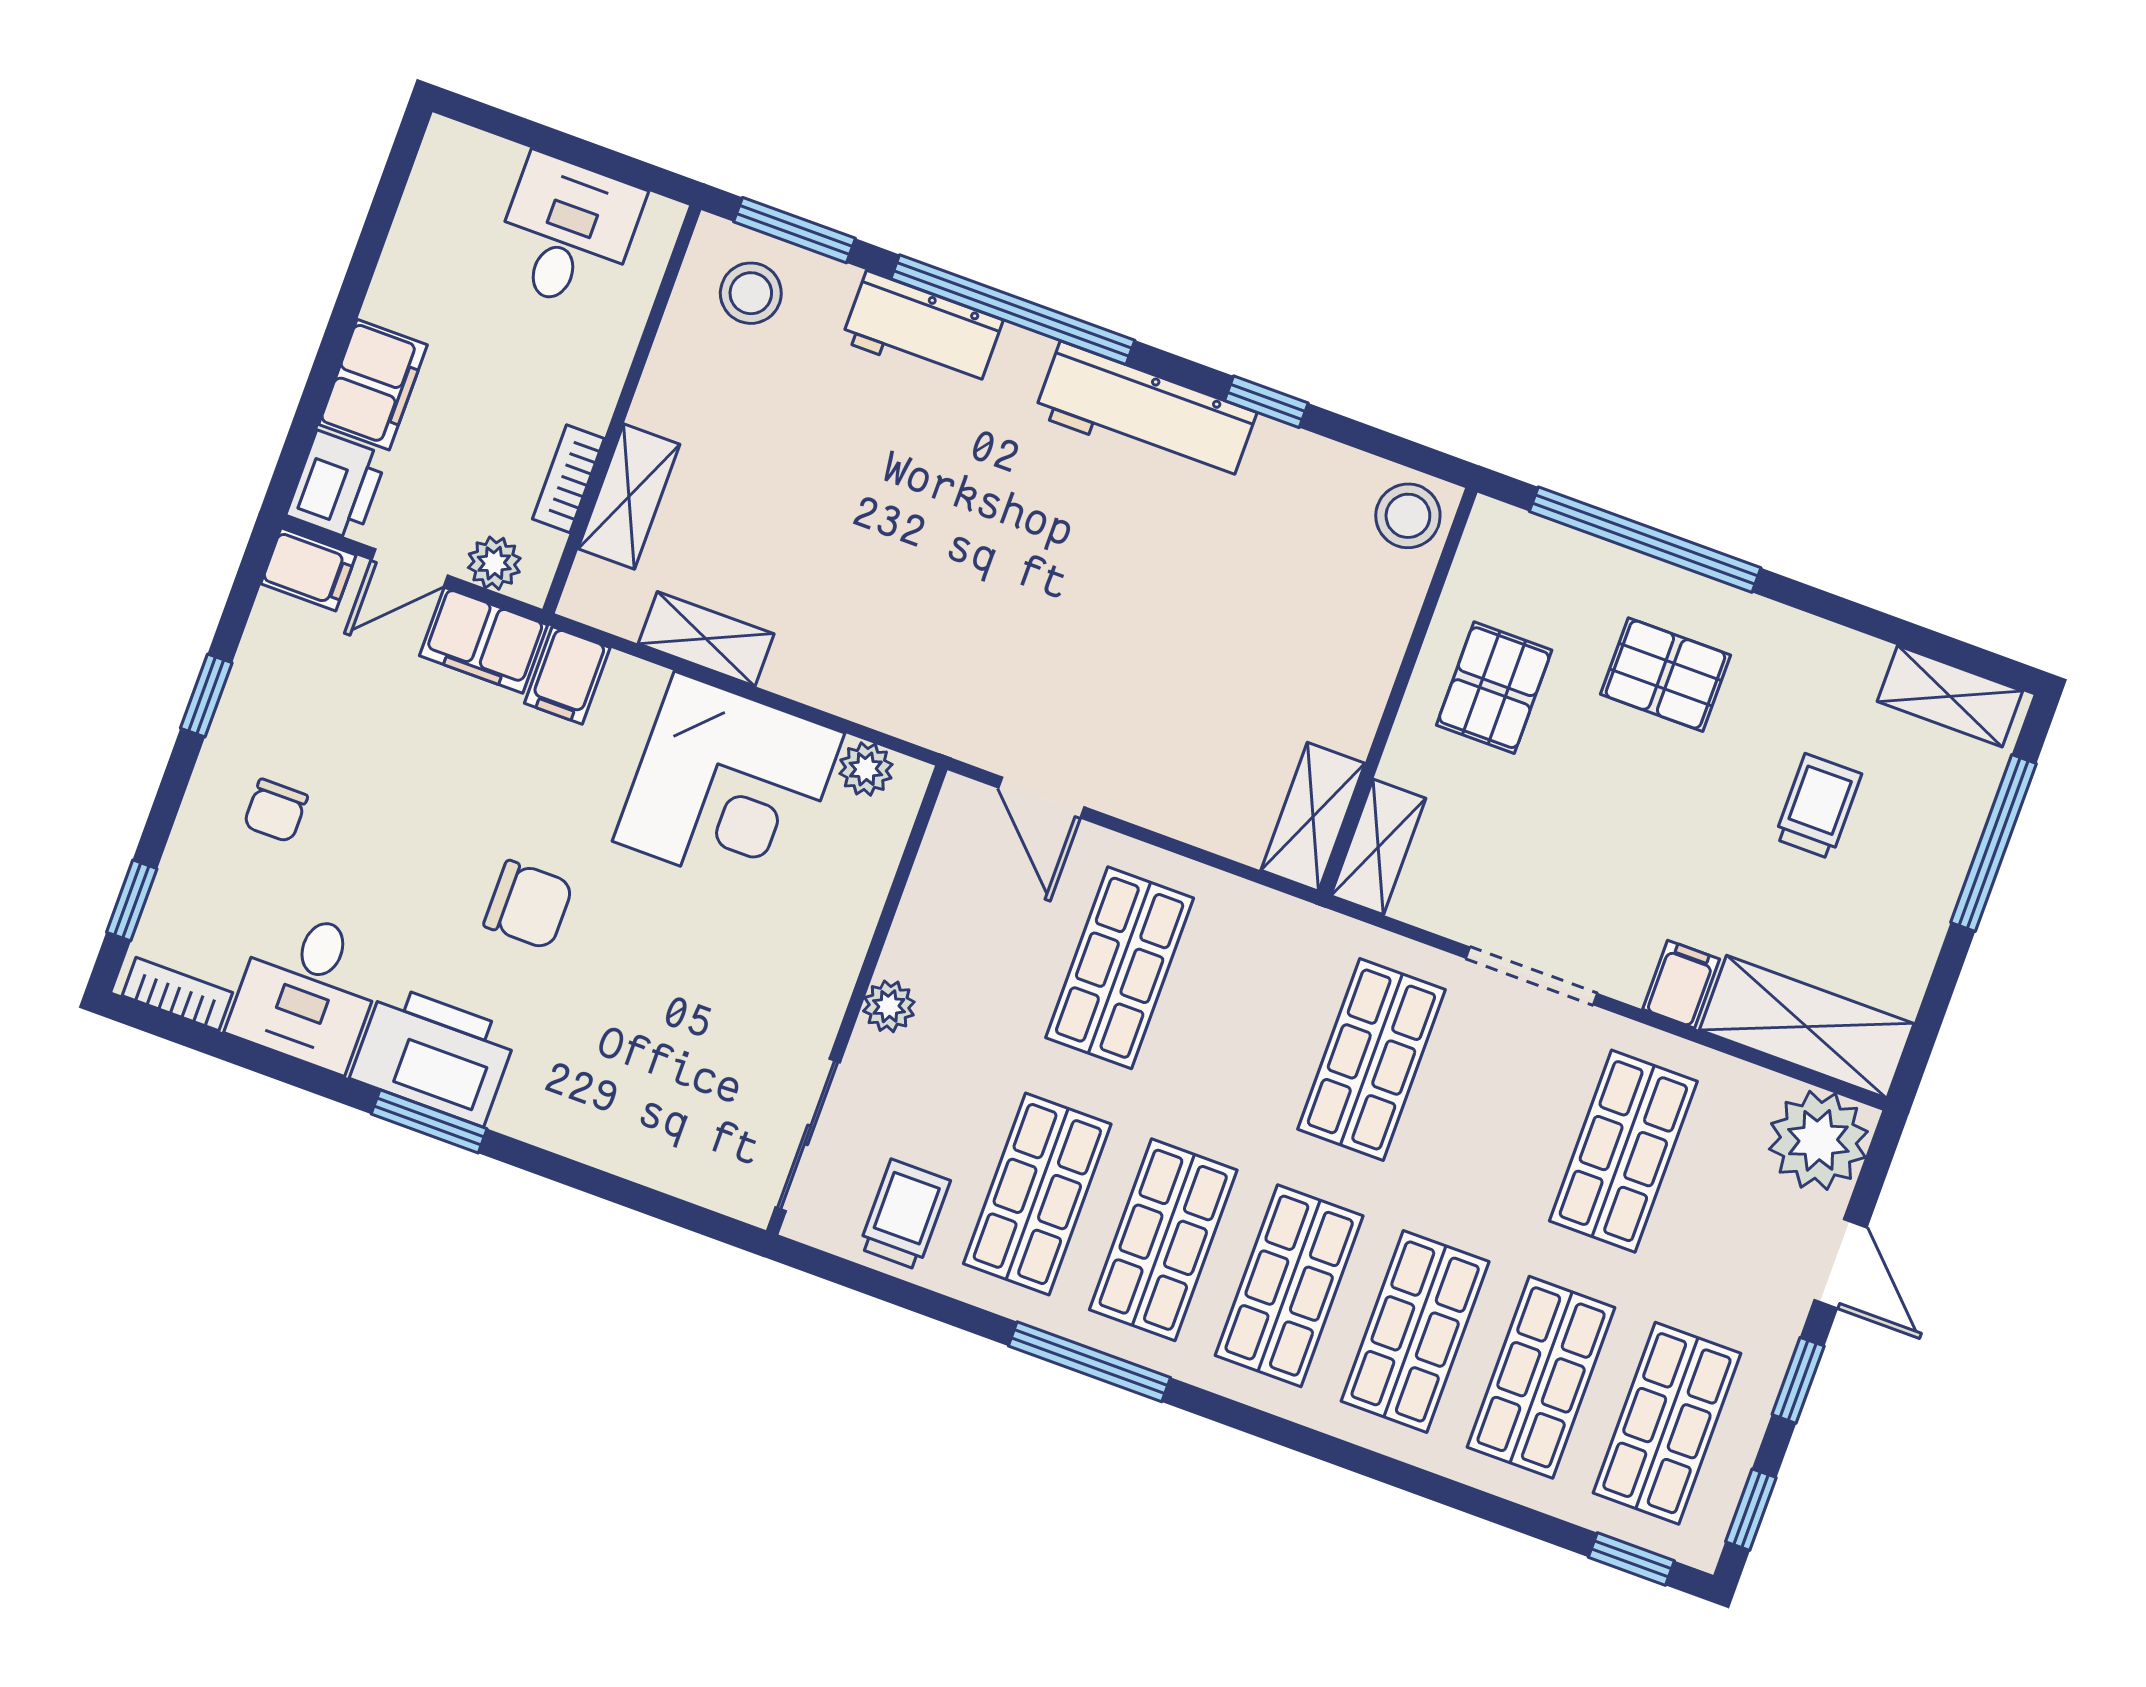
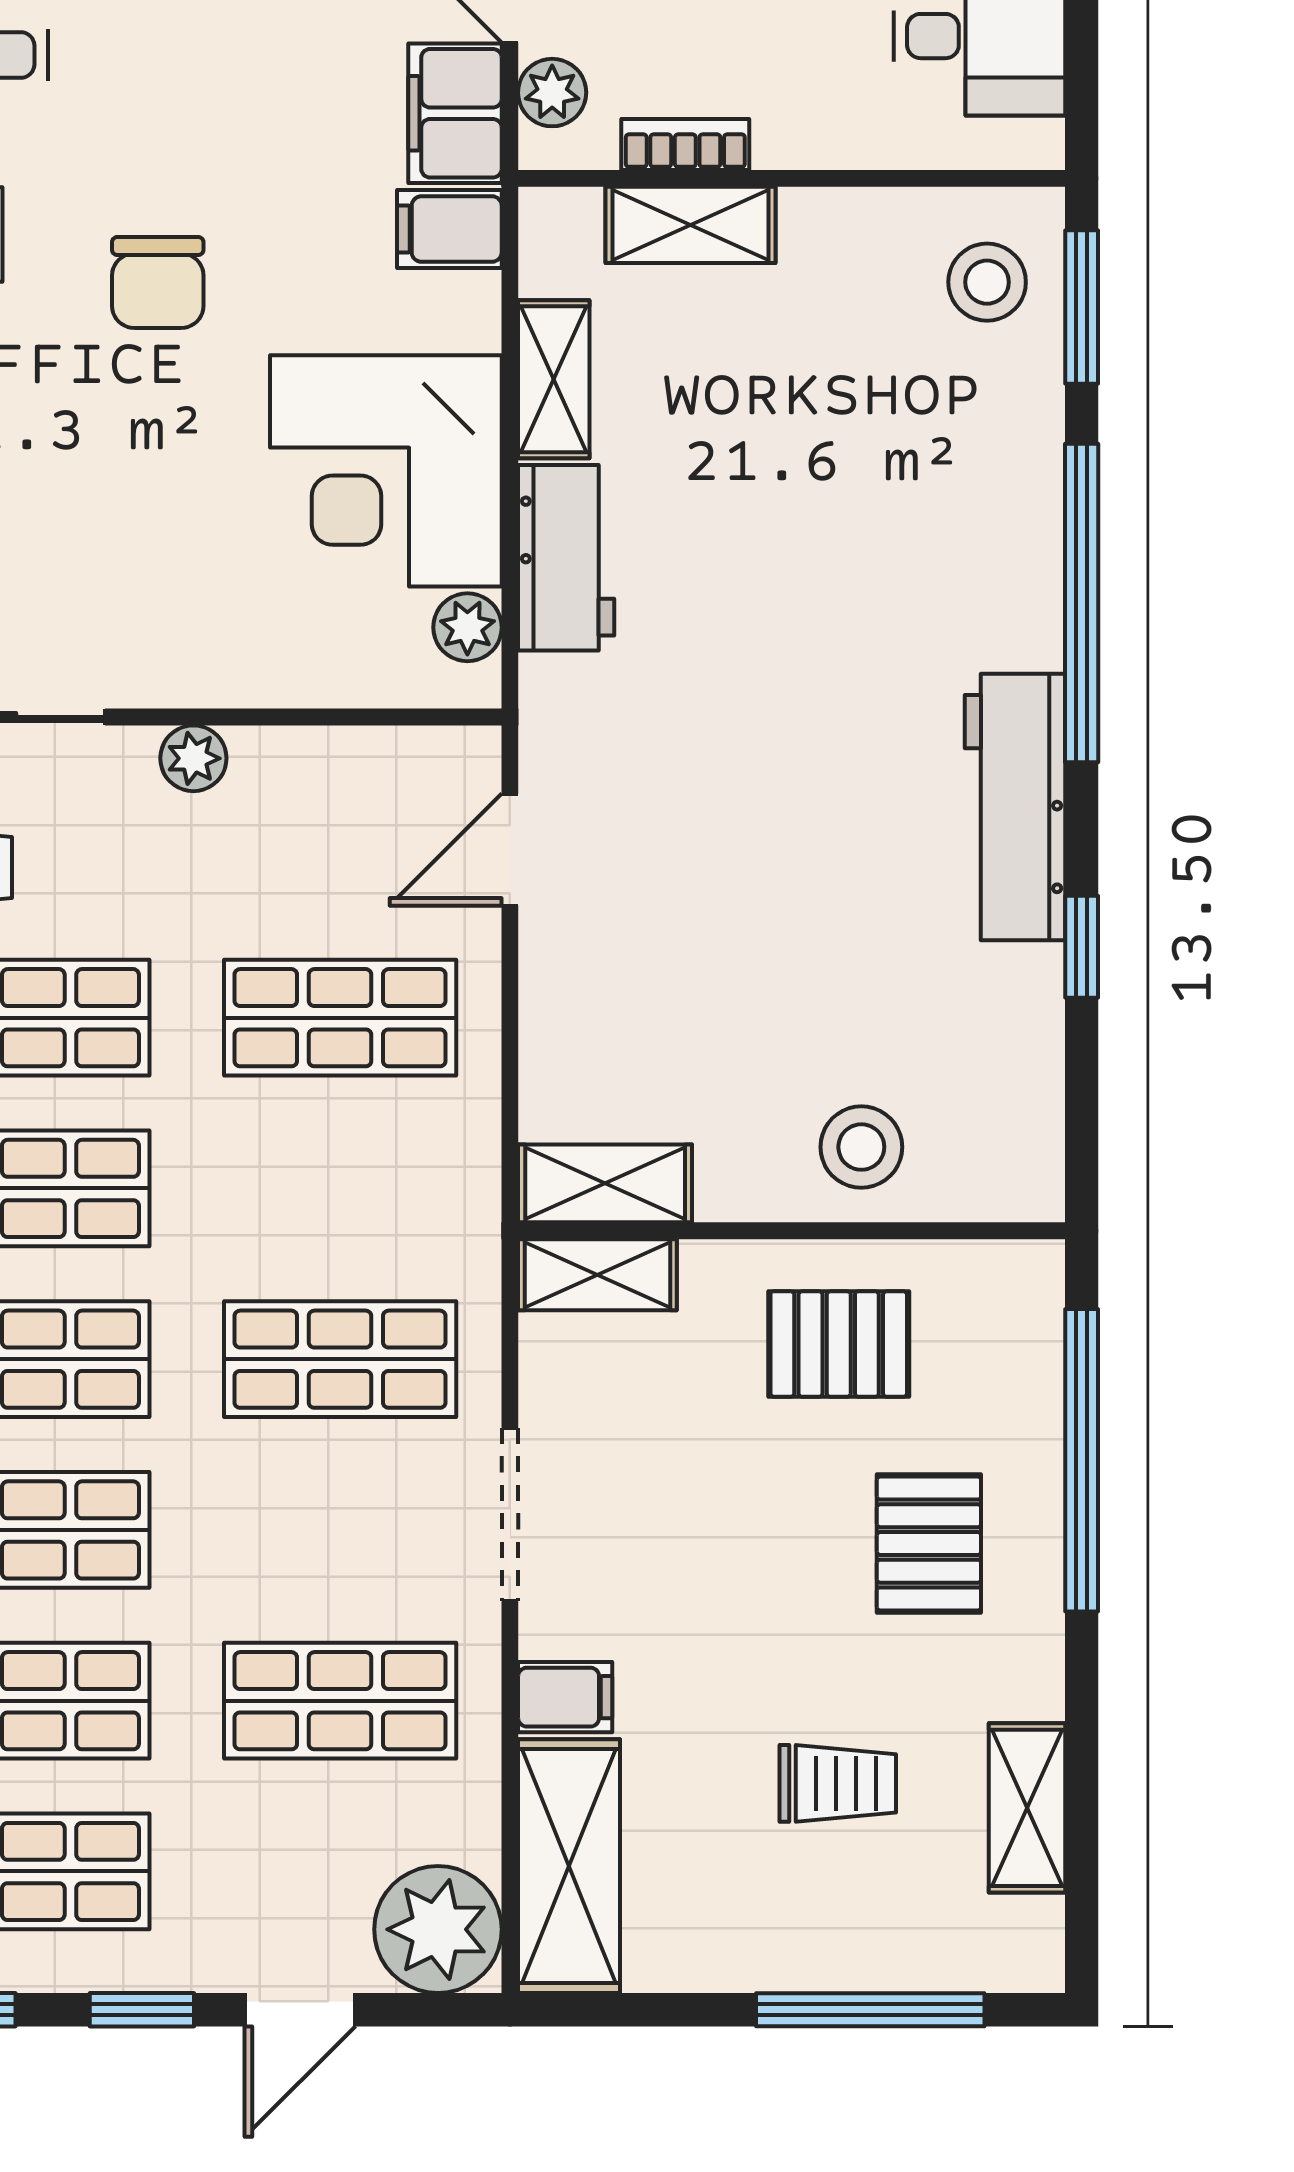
workbench: (922, 330) -> (566, 558), moved, turned 180
stool: (1408, 516) -> (861, 1147), moved
shelving: (1950, 696) -> (1027, 1808), moved

